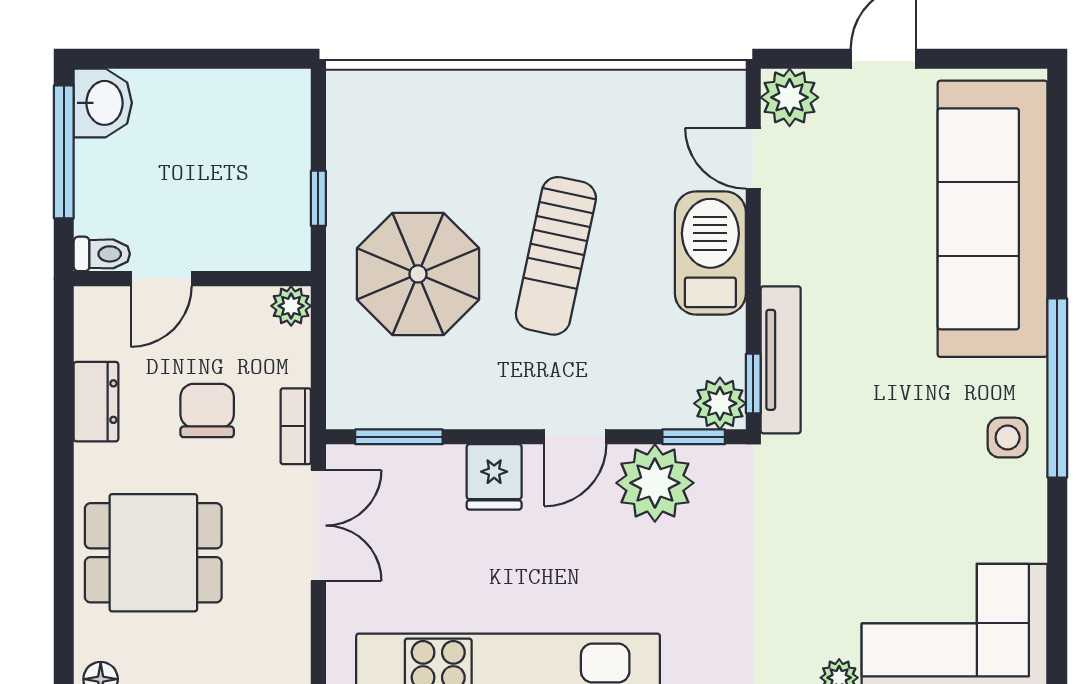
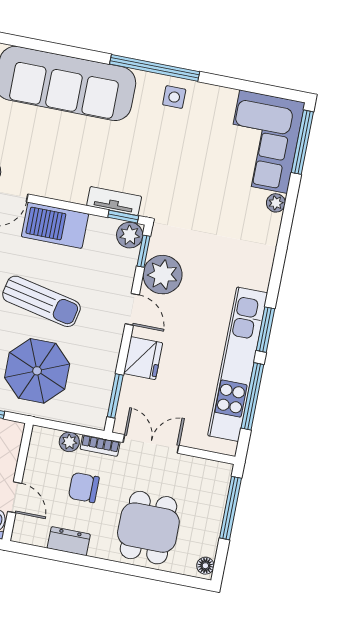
plant: (291, 306) -> (69, 442), moved
tv unit: (781, 360) -> (114, 201), width x0.71
fridge: (494, 477) -> (143, 358), width x1.38

